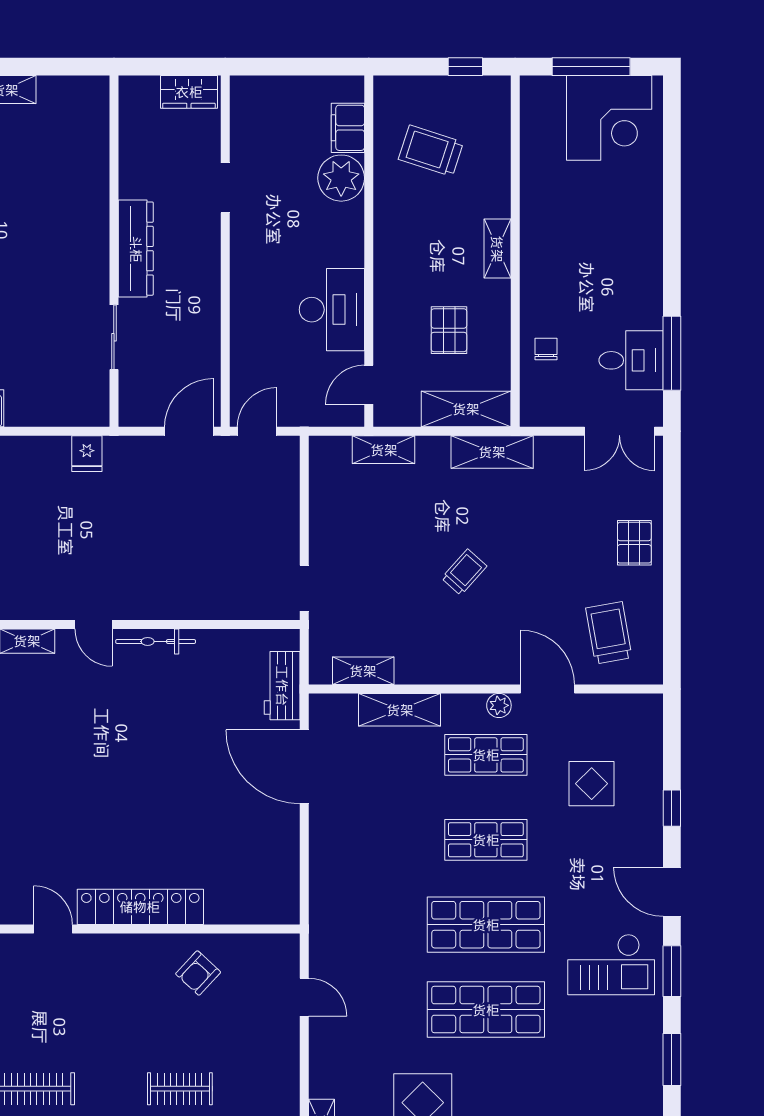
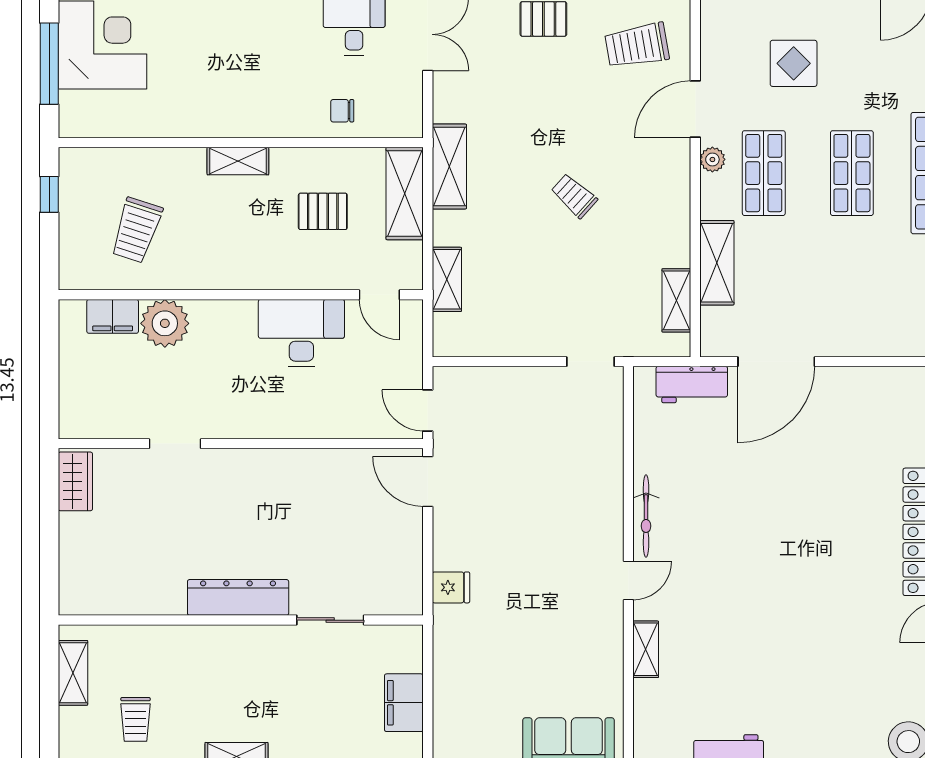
dresser: (136, 249) -> (238, 597), moved
wall: (114, 251) -> (241, 620), moved
sliding door: (114, 337) -> (330, 620), moved

